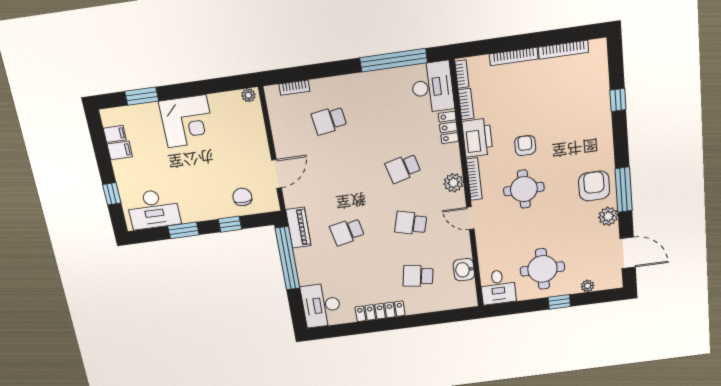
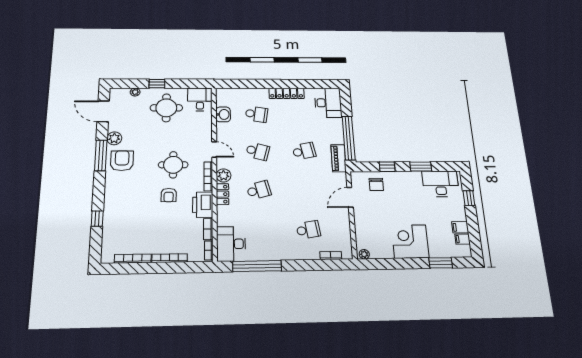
locker: (448, 127) -> (223, 194), moved
armchair: (594, 186) -> (122, 161), turned 180

